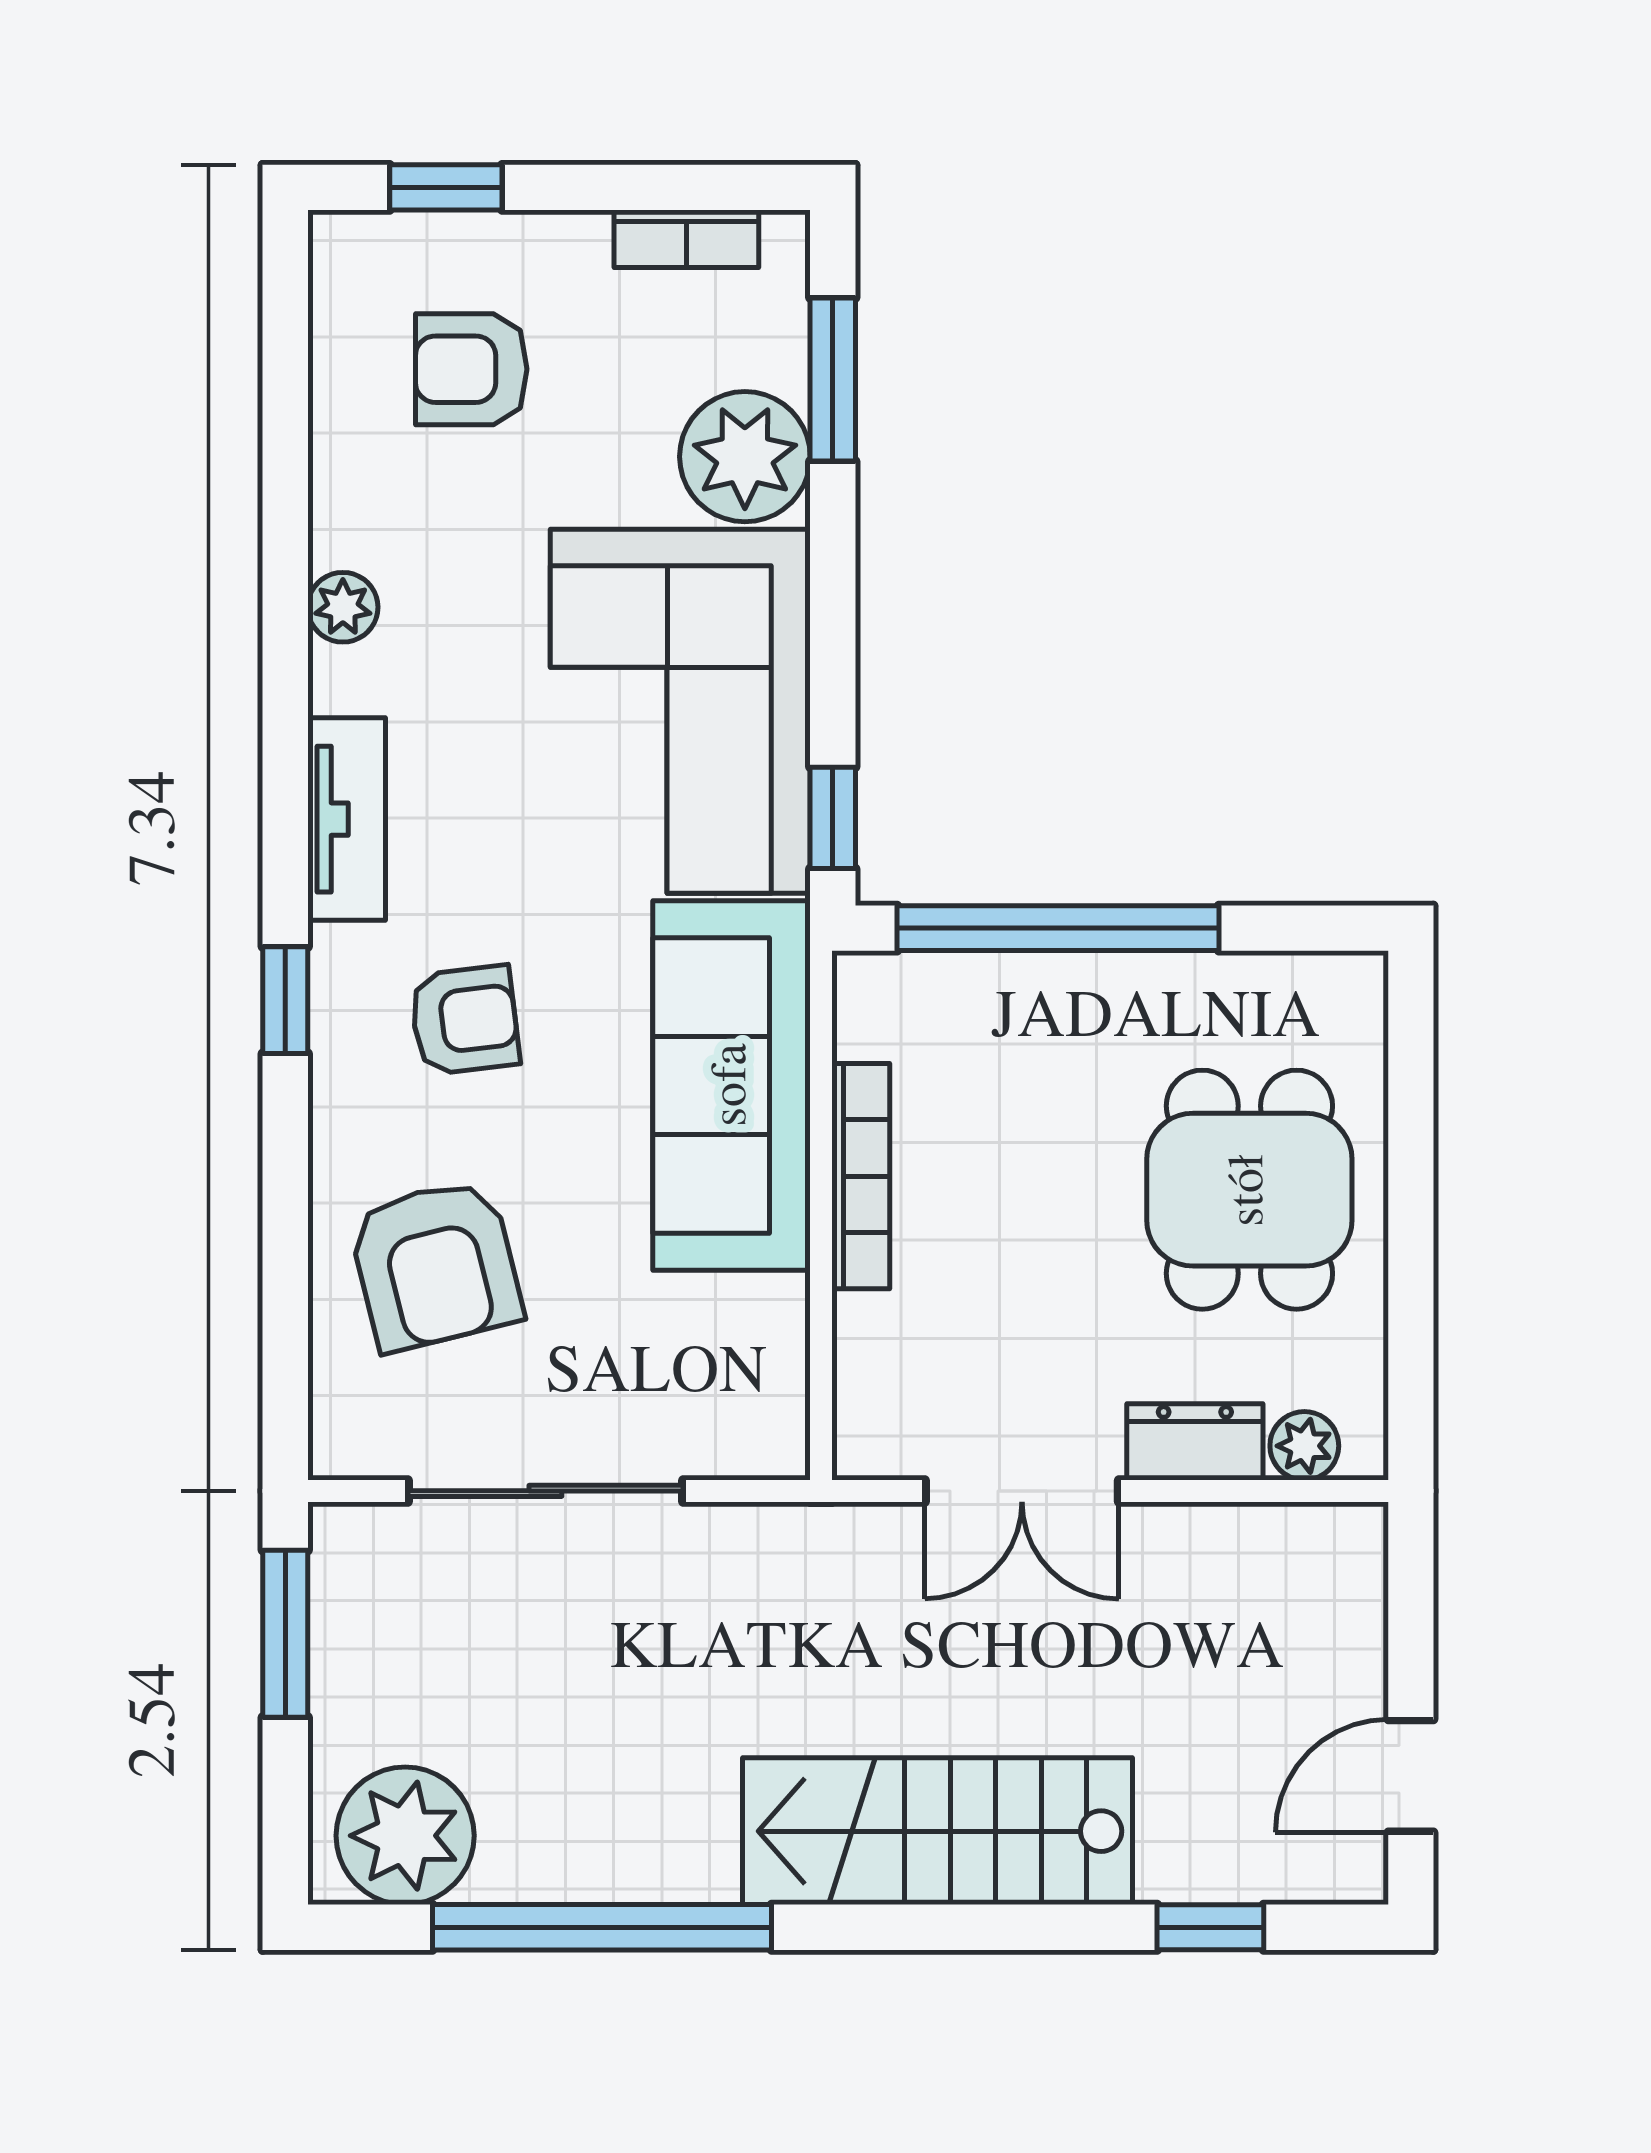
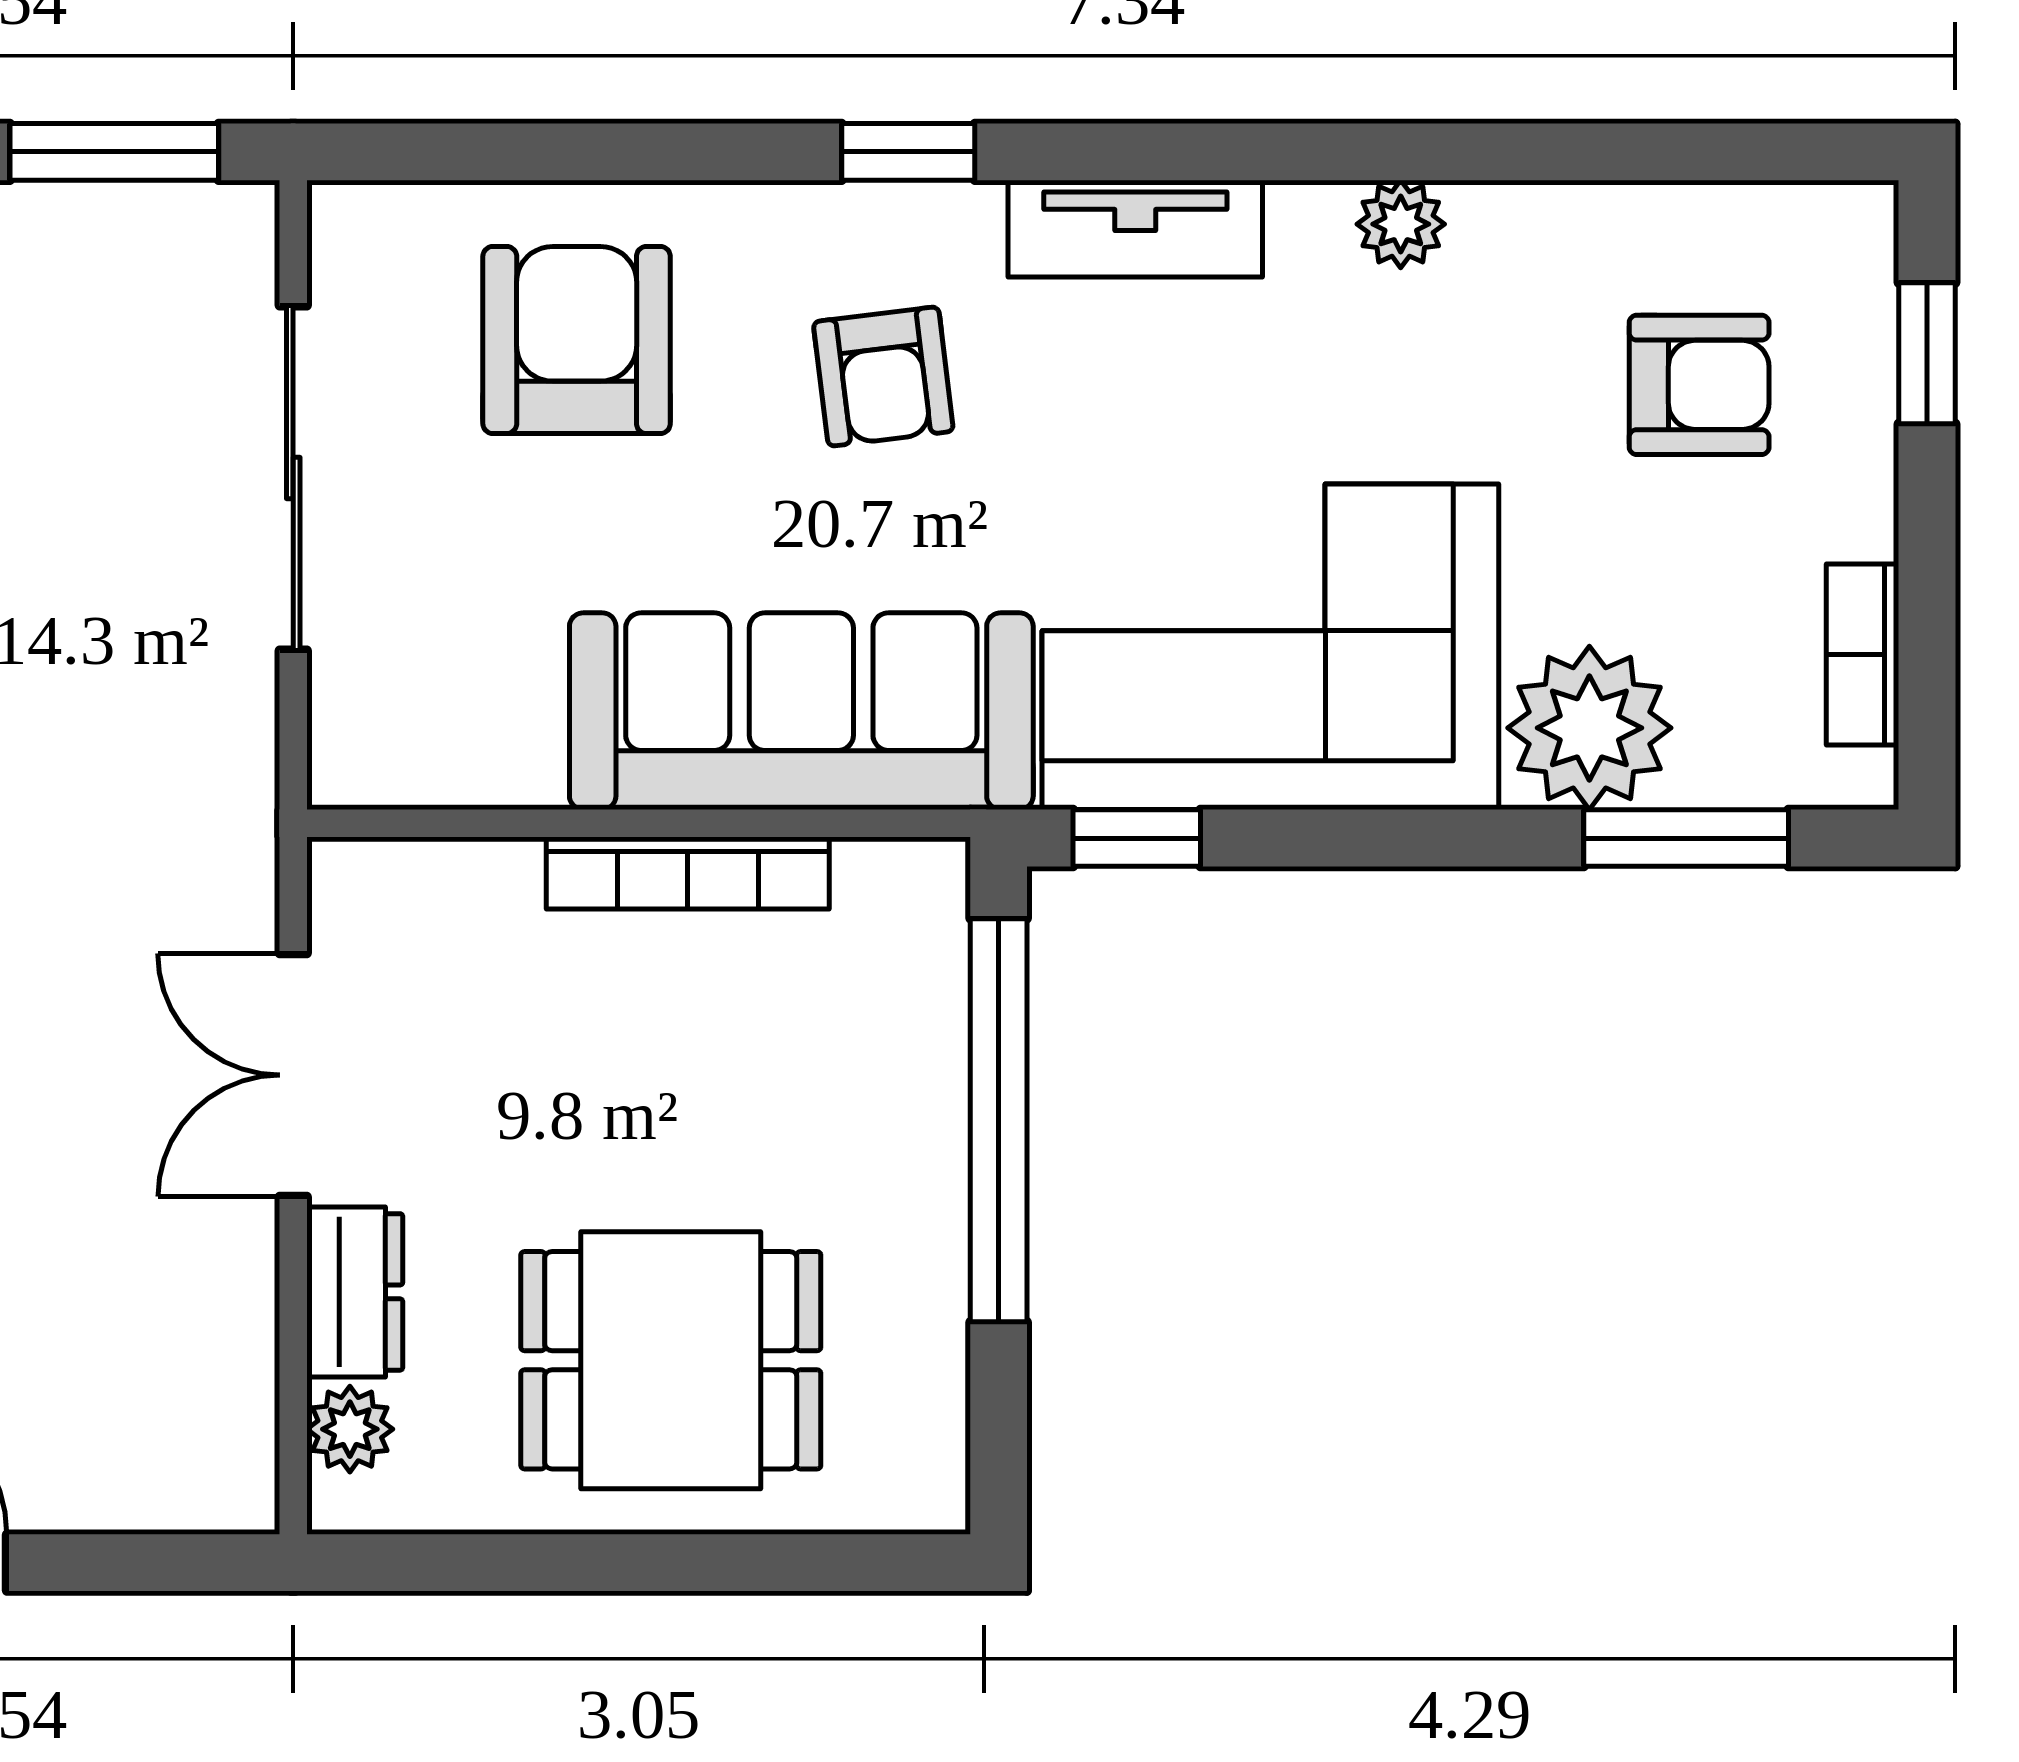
armchair: (471, 369) -> (1699, 385), turned 90
armchair: (435, 1265) -> (577, 340), turned 104

